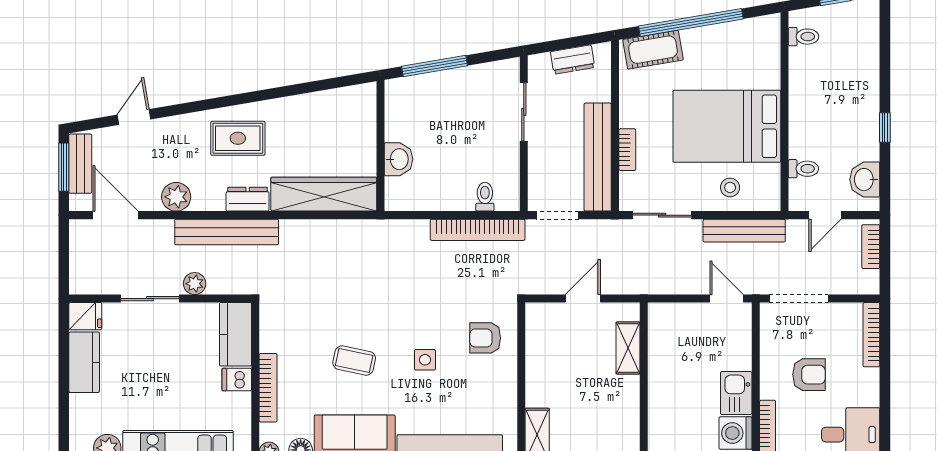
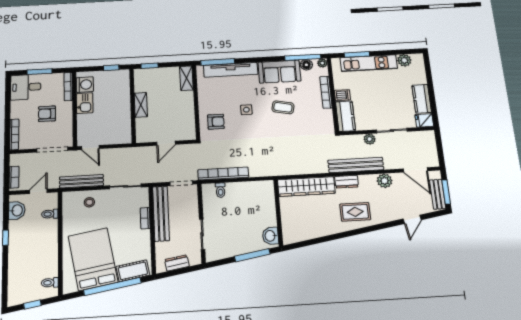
bed: (727, 126) -> (93, 259), moved, turned -100
washbasin: (398, 159) -> (270, 236), moved
shelving: (628, 348) -> (141, 105), moved

